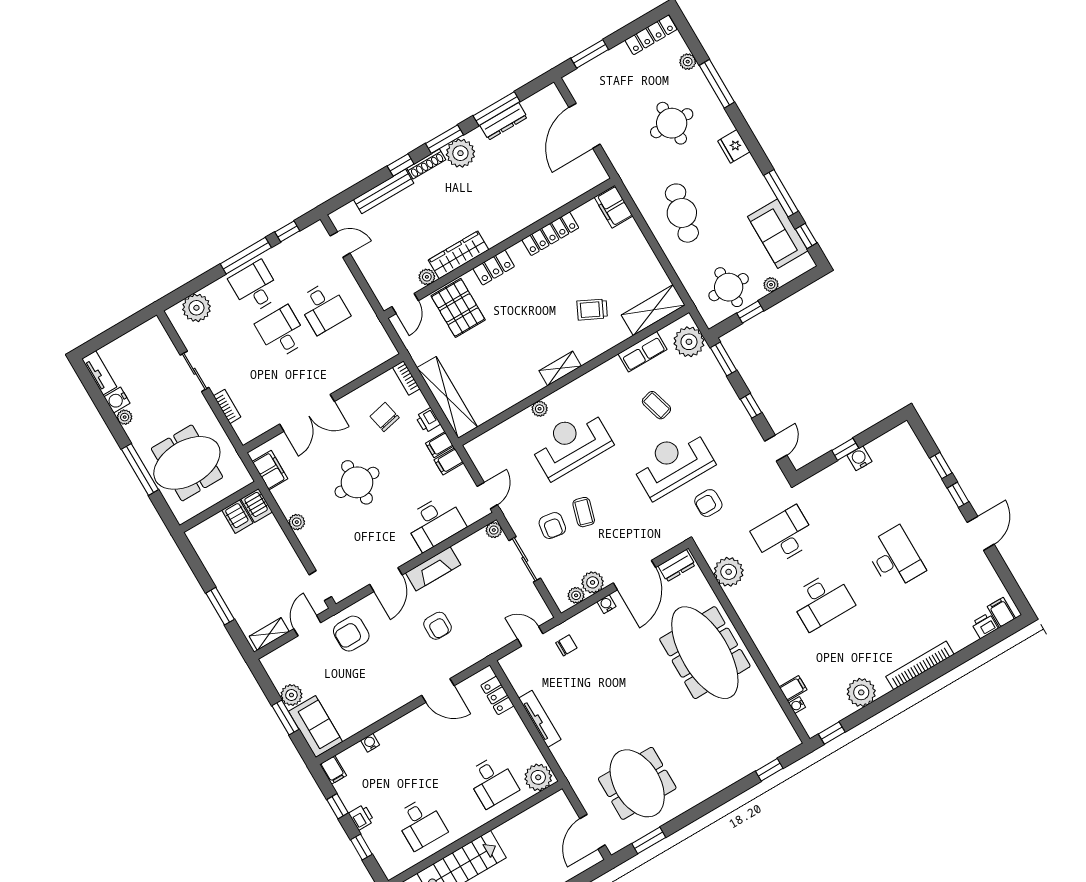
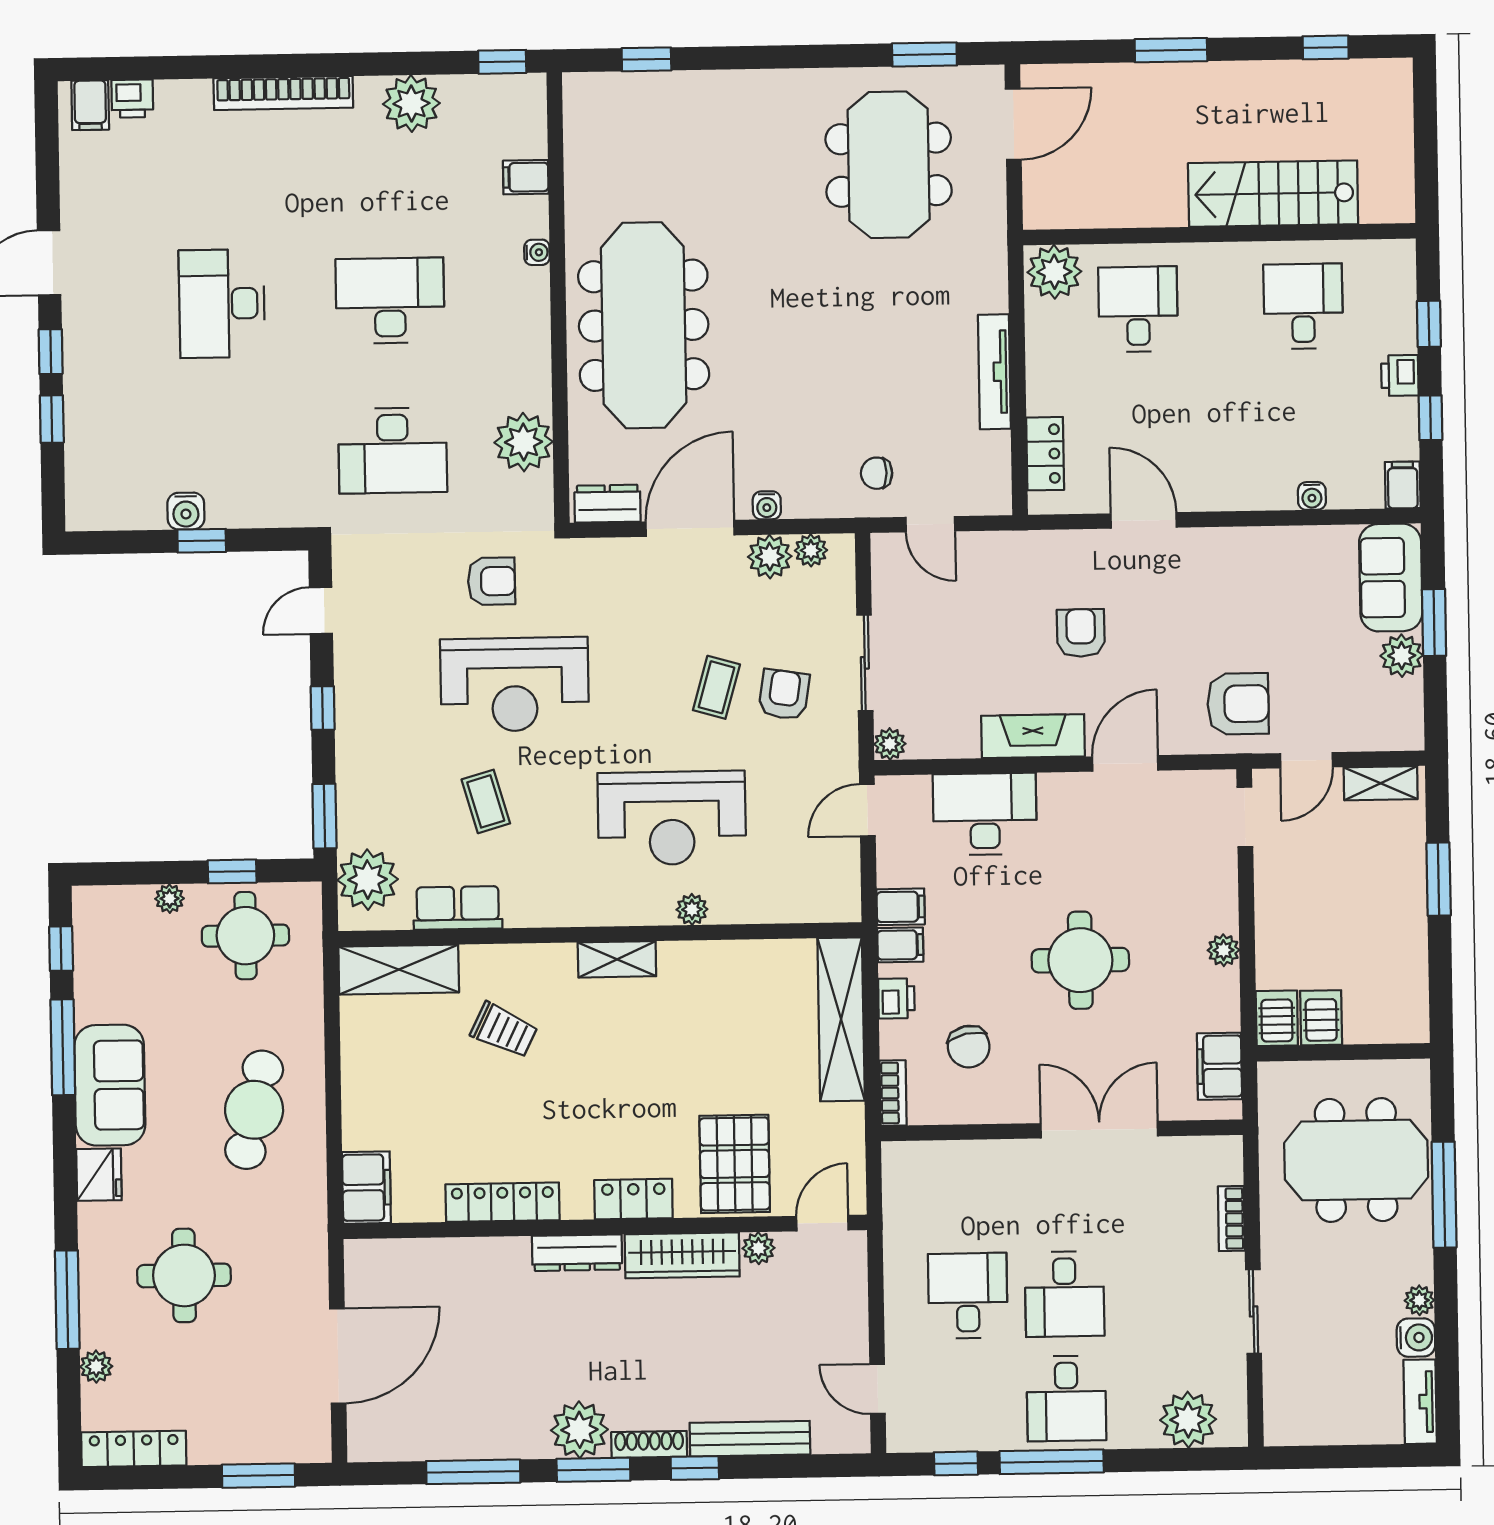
dresser: (504, 121) -> (577, 1253), moved, turned 180
sofa: (778, 234) -> (110, 1085), moved
water cooler: (797, 705) -> (537, 252), moved

